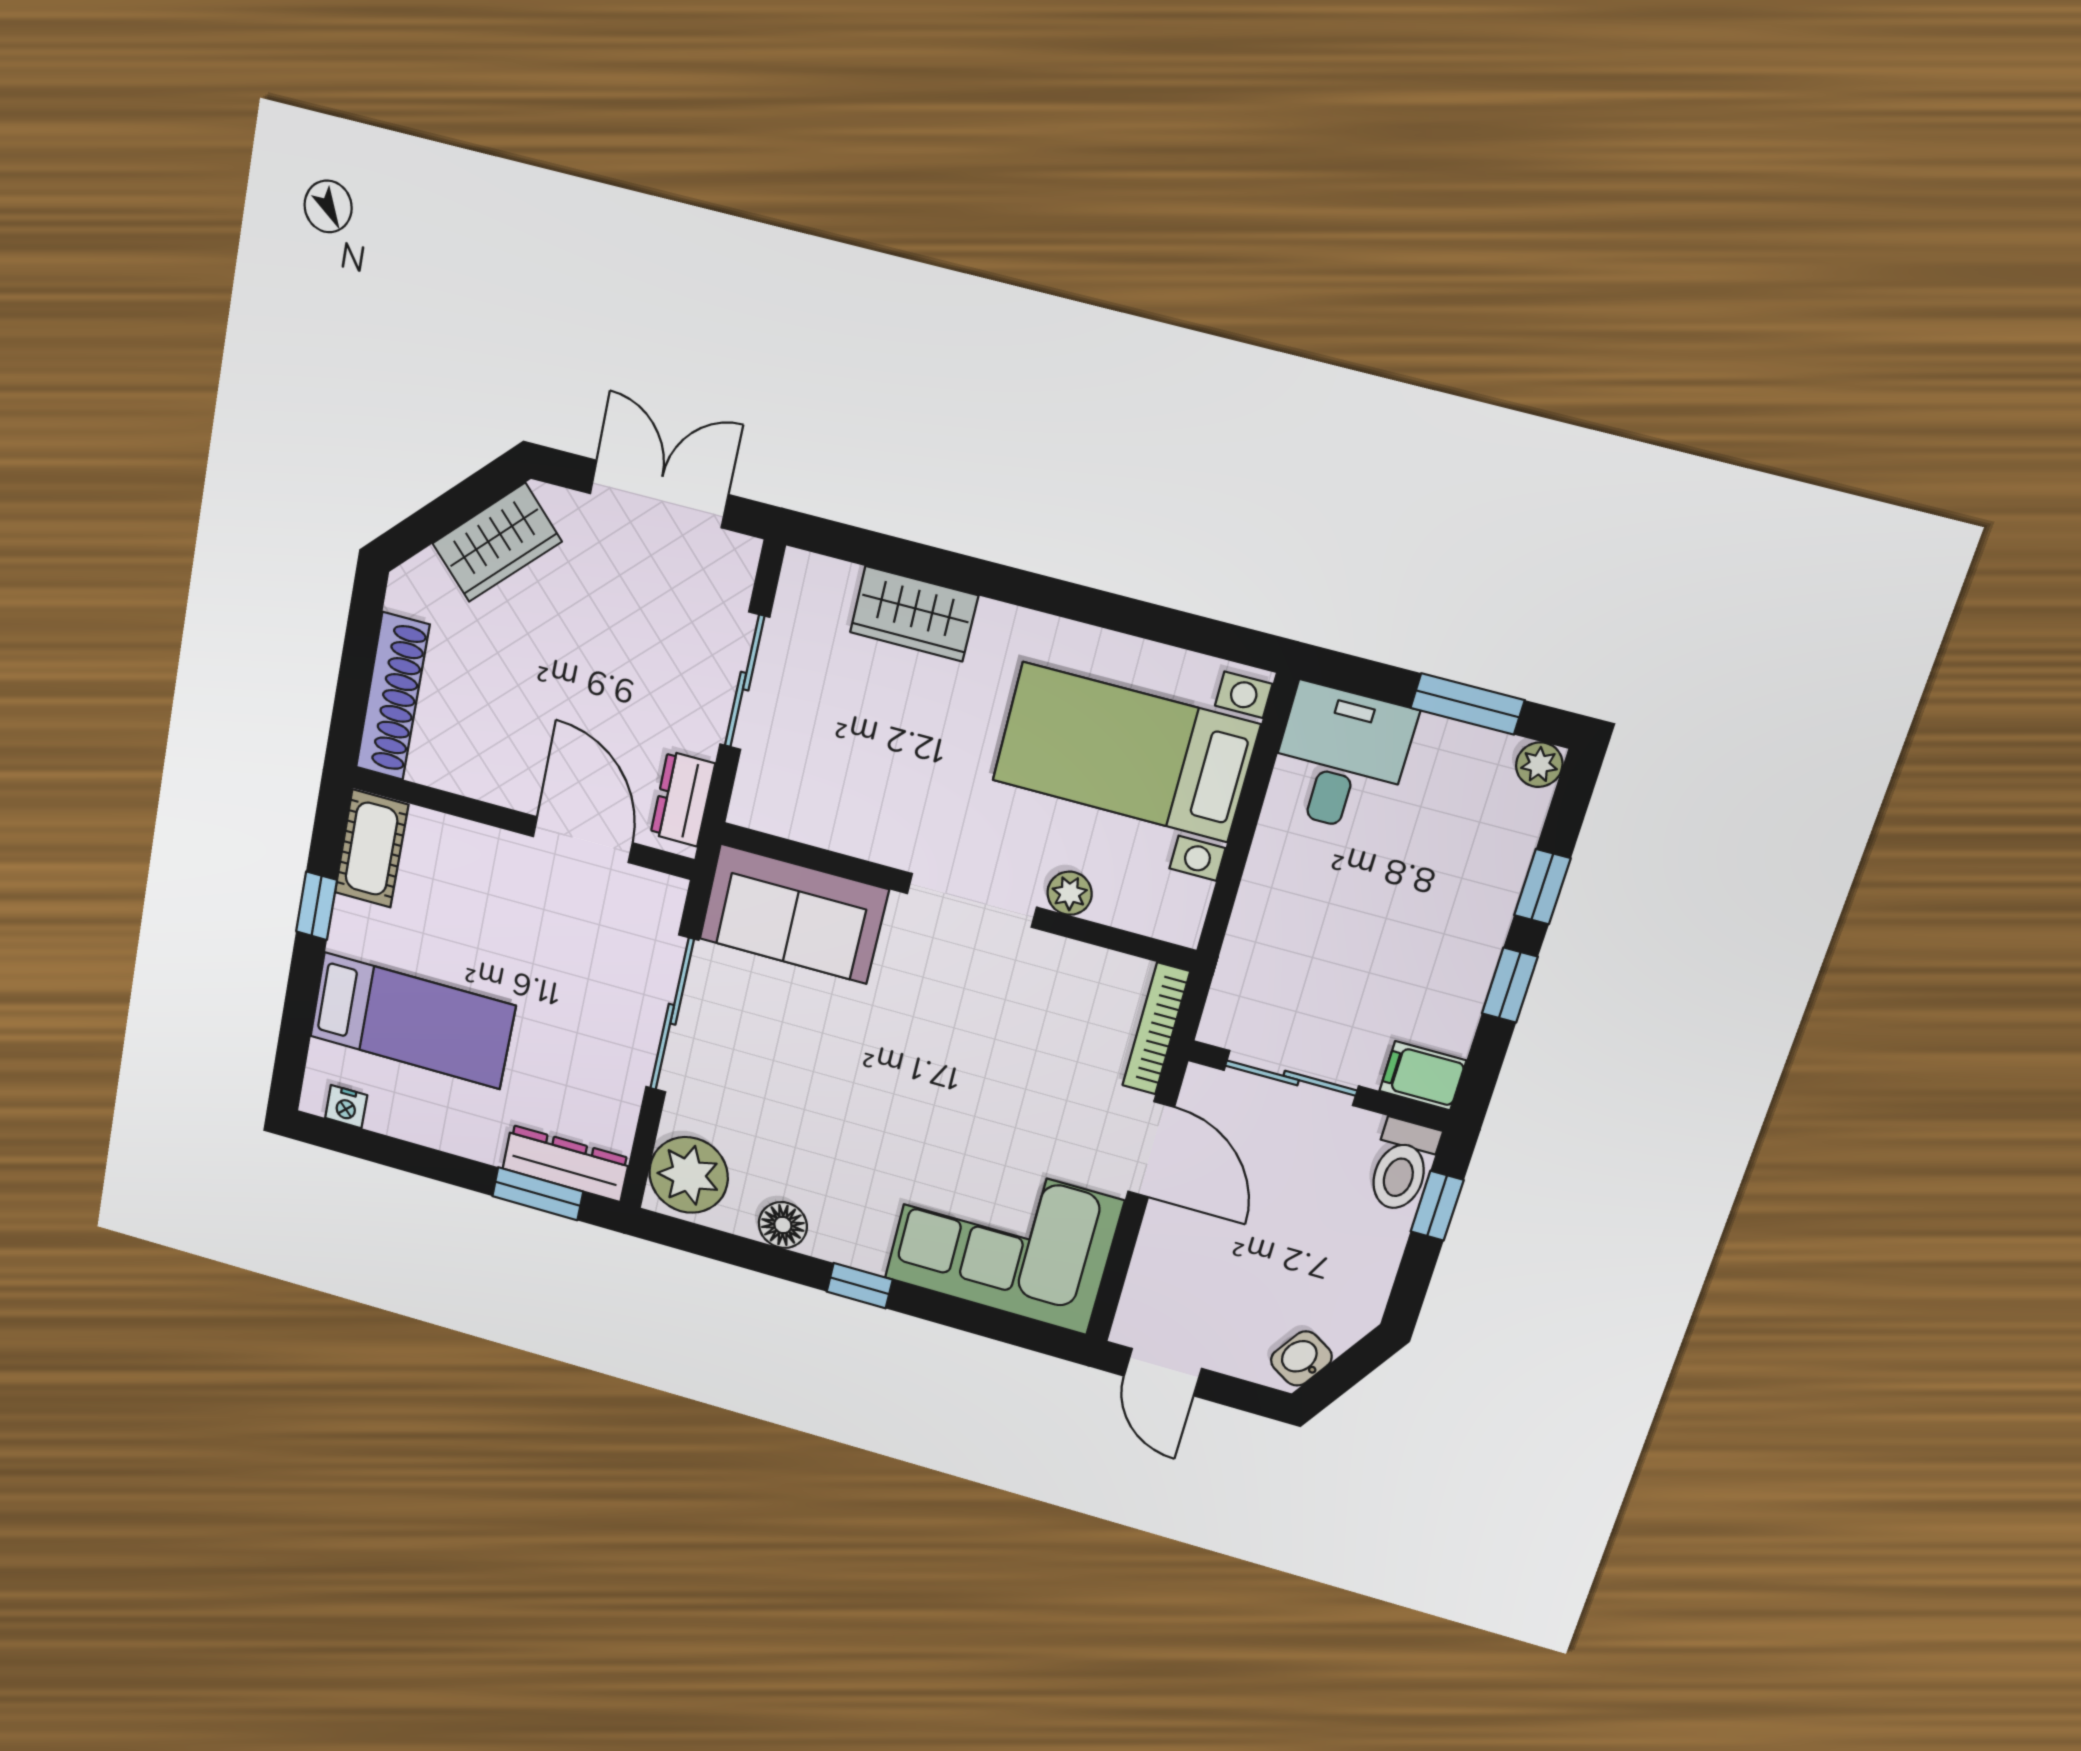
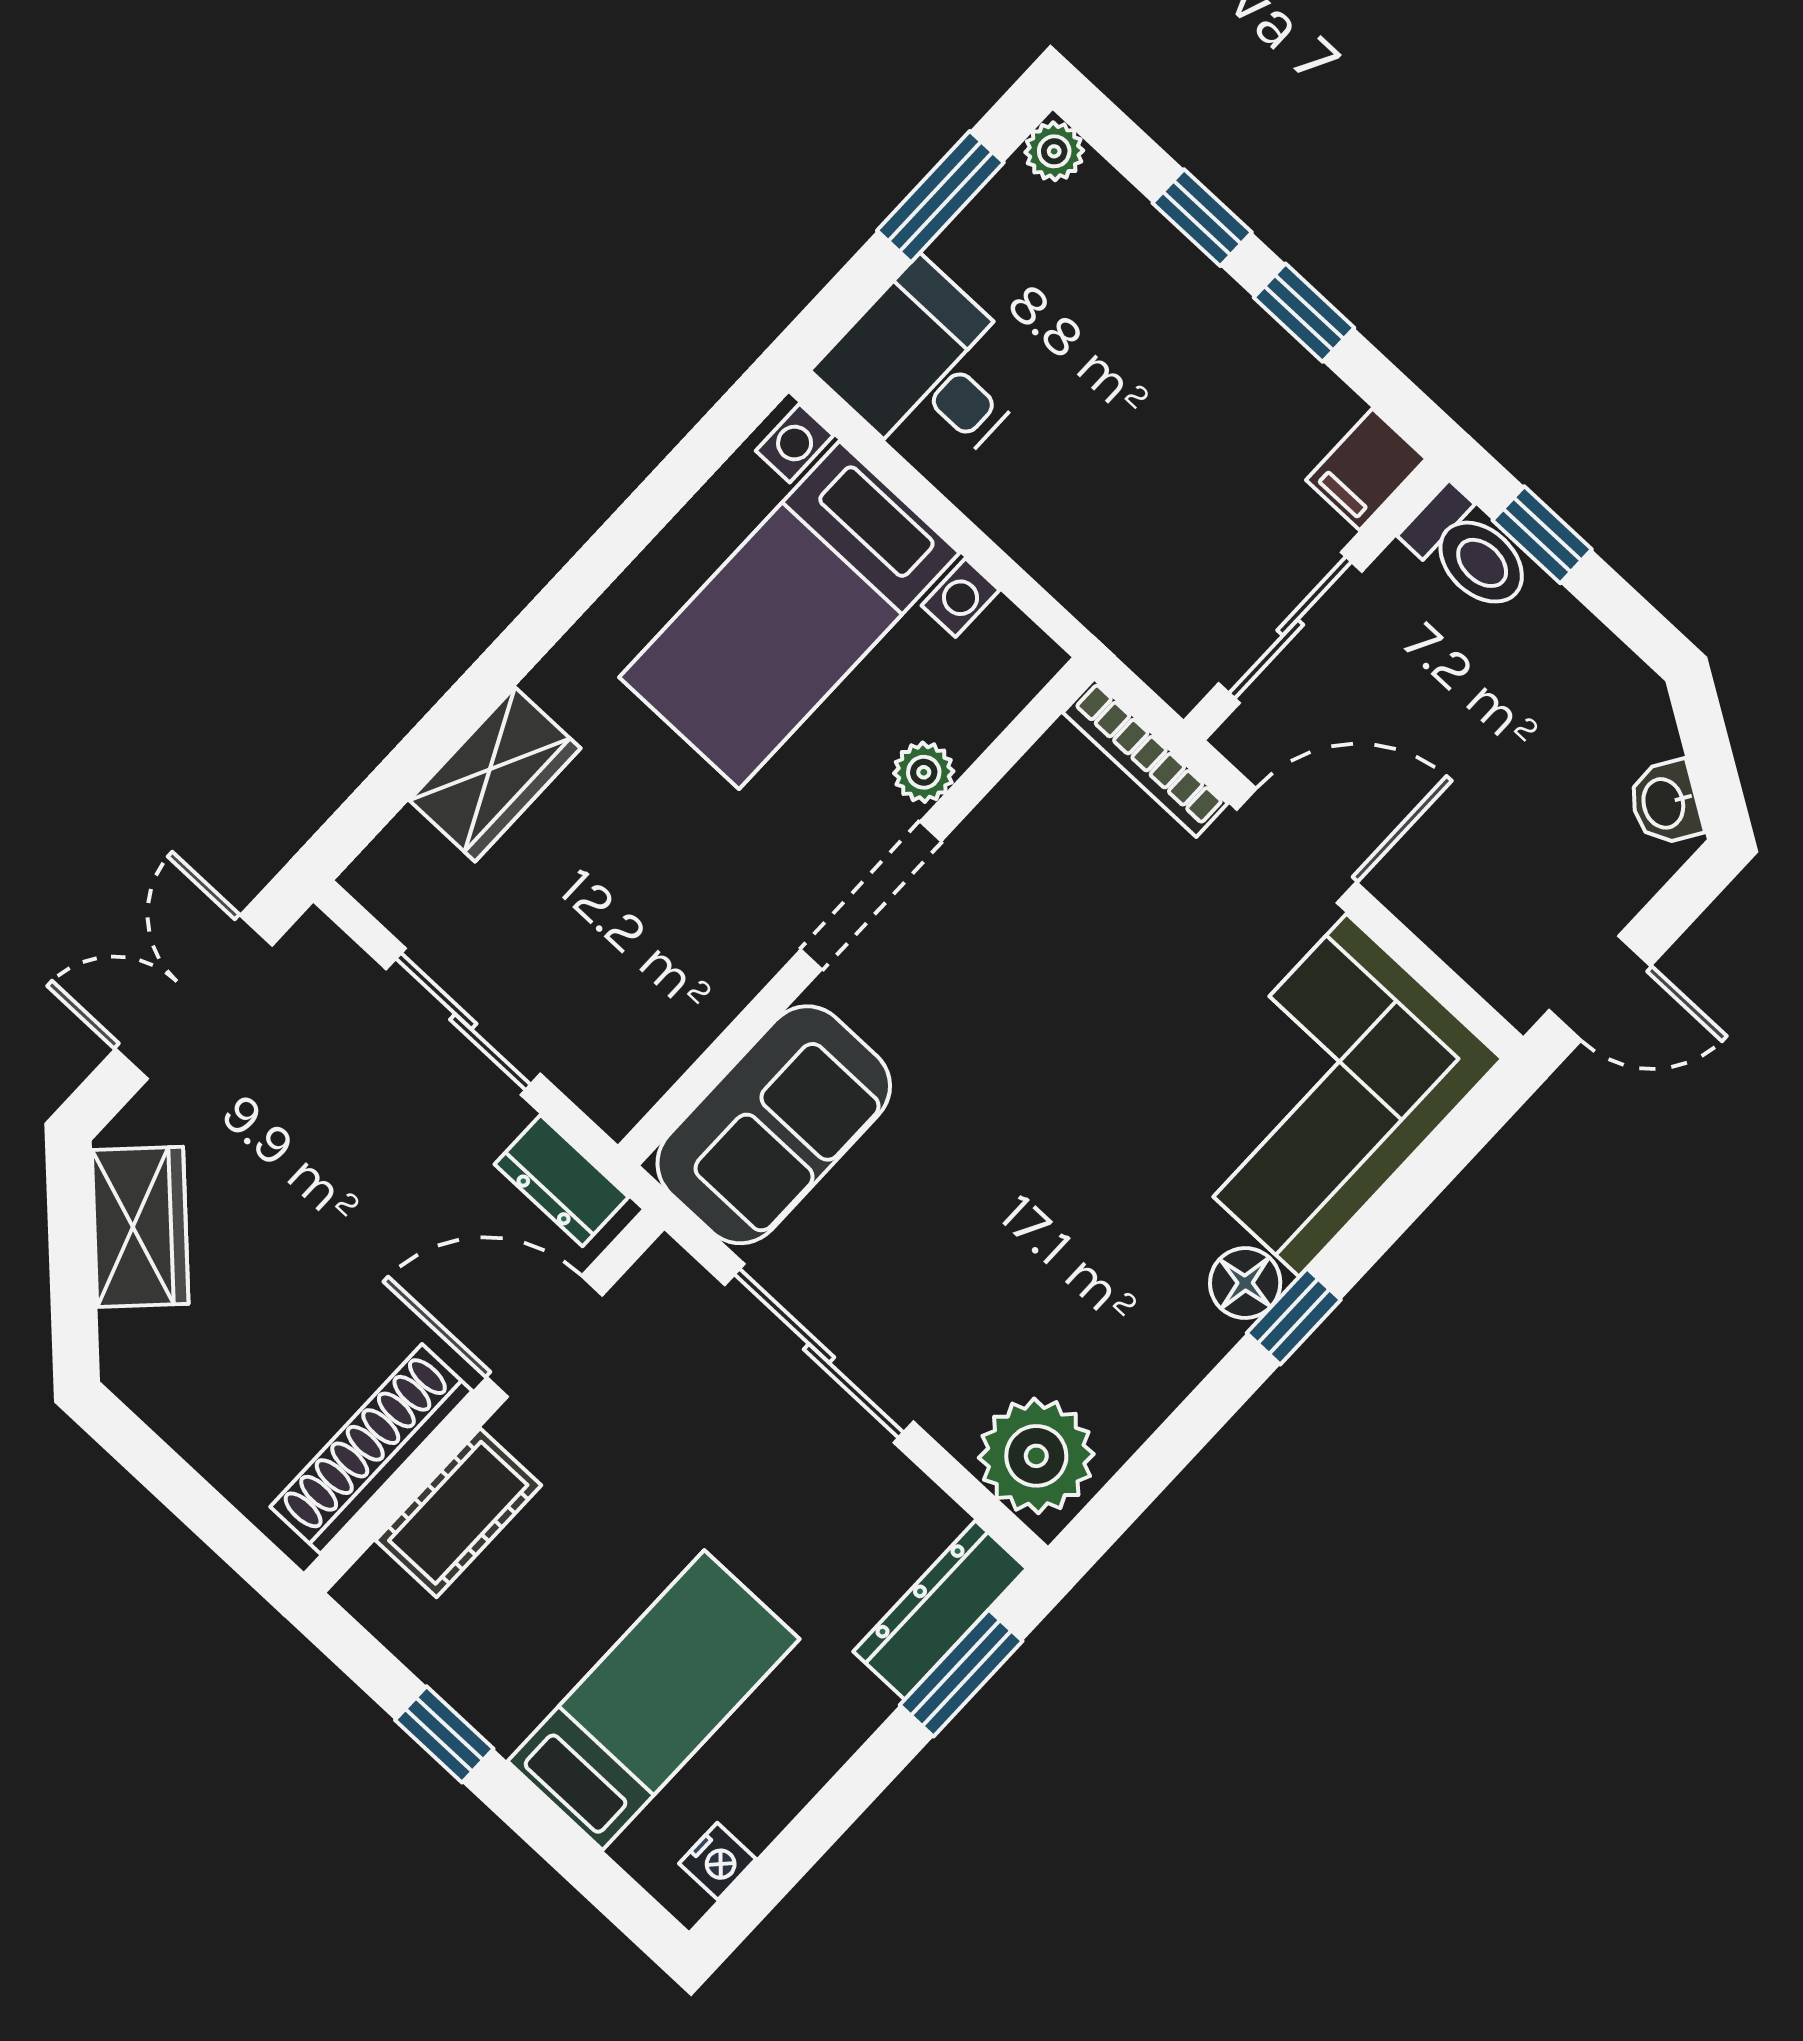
shoe rack: (393, 696) -> (371, 1449), moved, turned -90
cot: (372, 849) -> (458, 1513), moved, turned 90
floor lamp: (783, 1225) -> (1245, 1283), moved

